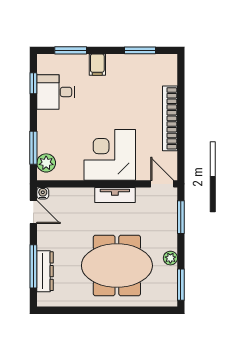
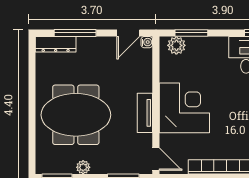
door: (162, 184) -> (156, 159), hinge flipped
meeting table: (117, 266) -> (76, 115), turned 90
dresser: (45, 271) -> (56, 44), moved

